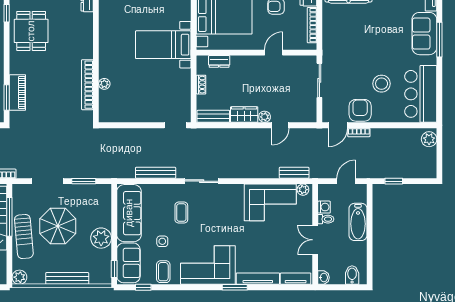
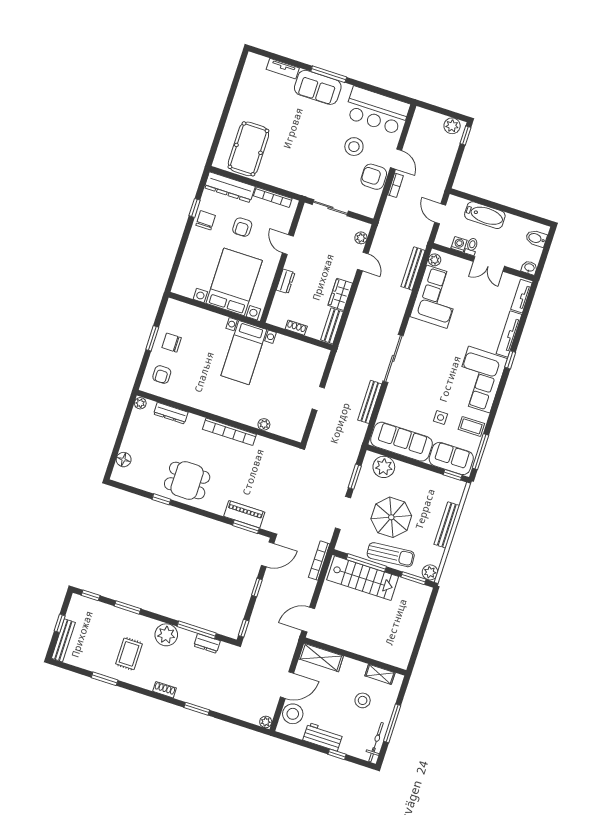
dresser: (219, 61) -> (286, 281), moved
bookcase: (87, 85) -> (229, 432), moved
plant: (265, 117) -> (361, 238), moved
doorway: (175, 125) -> (318, 398), moved
door: (338, 125) -> (396, 159), moved
plant: (429, 139) -> (452, 126), moved
bench: (294, 173) -> (413, 268), width x1.36
sliding door: (202, 181) -> (393, 358), width x1.37
window: (394, 181) -> (466, 135), moved
coffee table: (181, 213) -> (418, 389), removed
plant: (101, 238) -> (384, 467), moved
window: (9, 264) -> (414, 578), added
window: (143, 287) -> (480, 452), width x2.17
window: (235, 287) -> (510, 360), width x0.67

